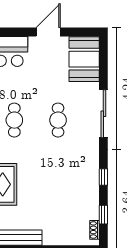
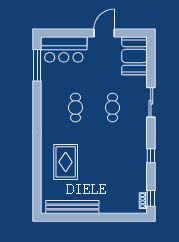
sliding door: (103, 114) -> (151, 102), width x0.73
window: (103, 215) -> (151, 198), moved

